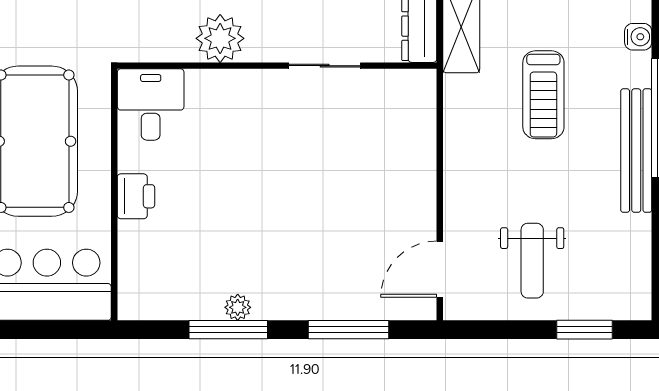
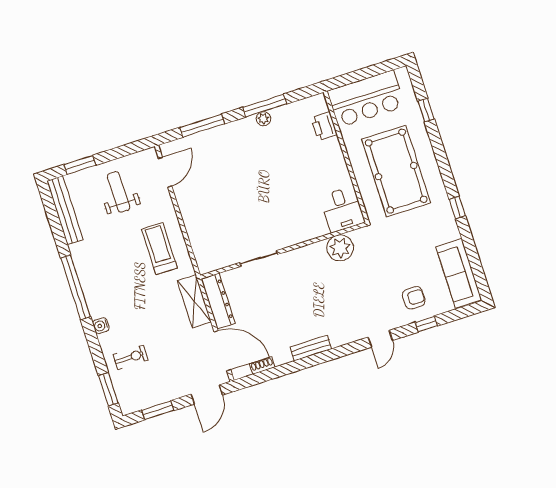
plant: (220, 38) -> (340, 248), moved
treadmill: (543, 95) -> (159, 249), moved
bench: (636, 151) -> (65, 210), moved
printer: (136, 196) -> (324, 126), moved

